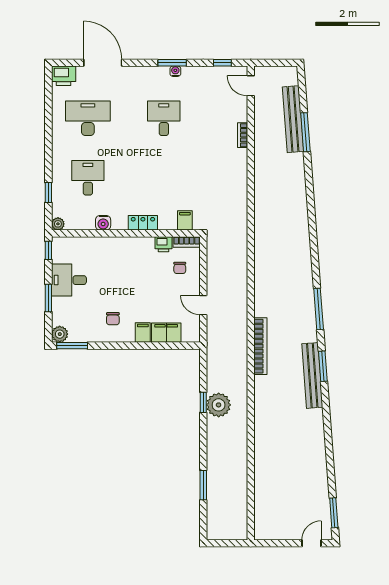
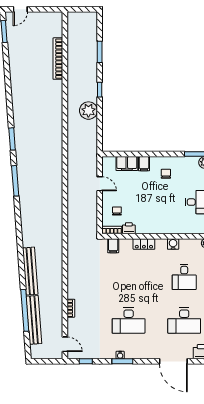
desk: (164, 118) -> (129, 321), width x1.37
window: (305, 132) -> (25, 310), width x1.46
bookcase: (260, 346) -> (58, 59), moved
bench: (312, 375) -> (30, 271), moved
window: (203, 402) -> (100, 90), moved

